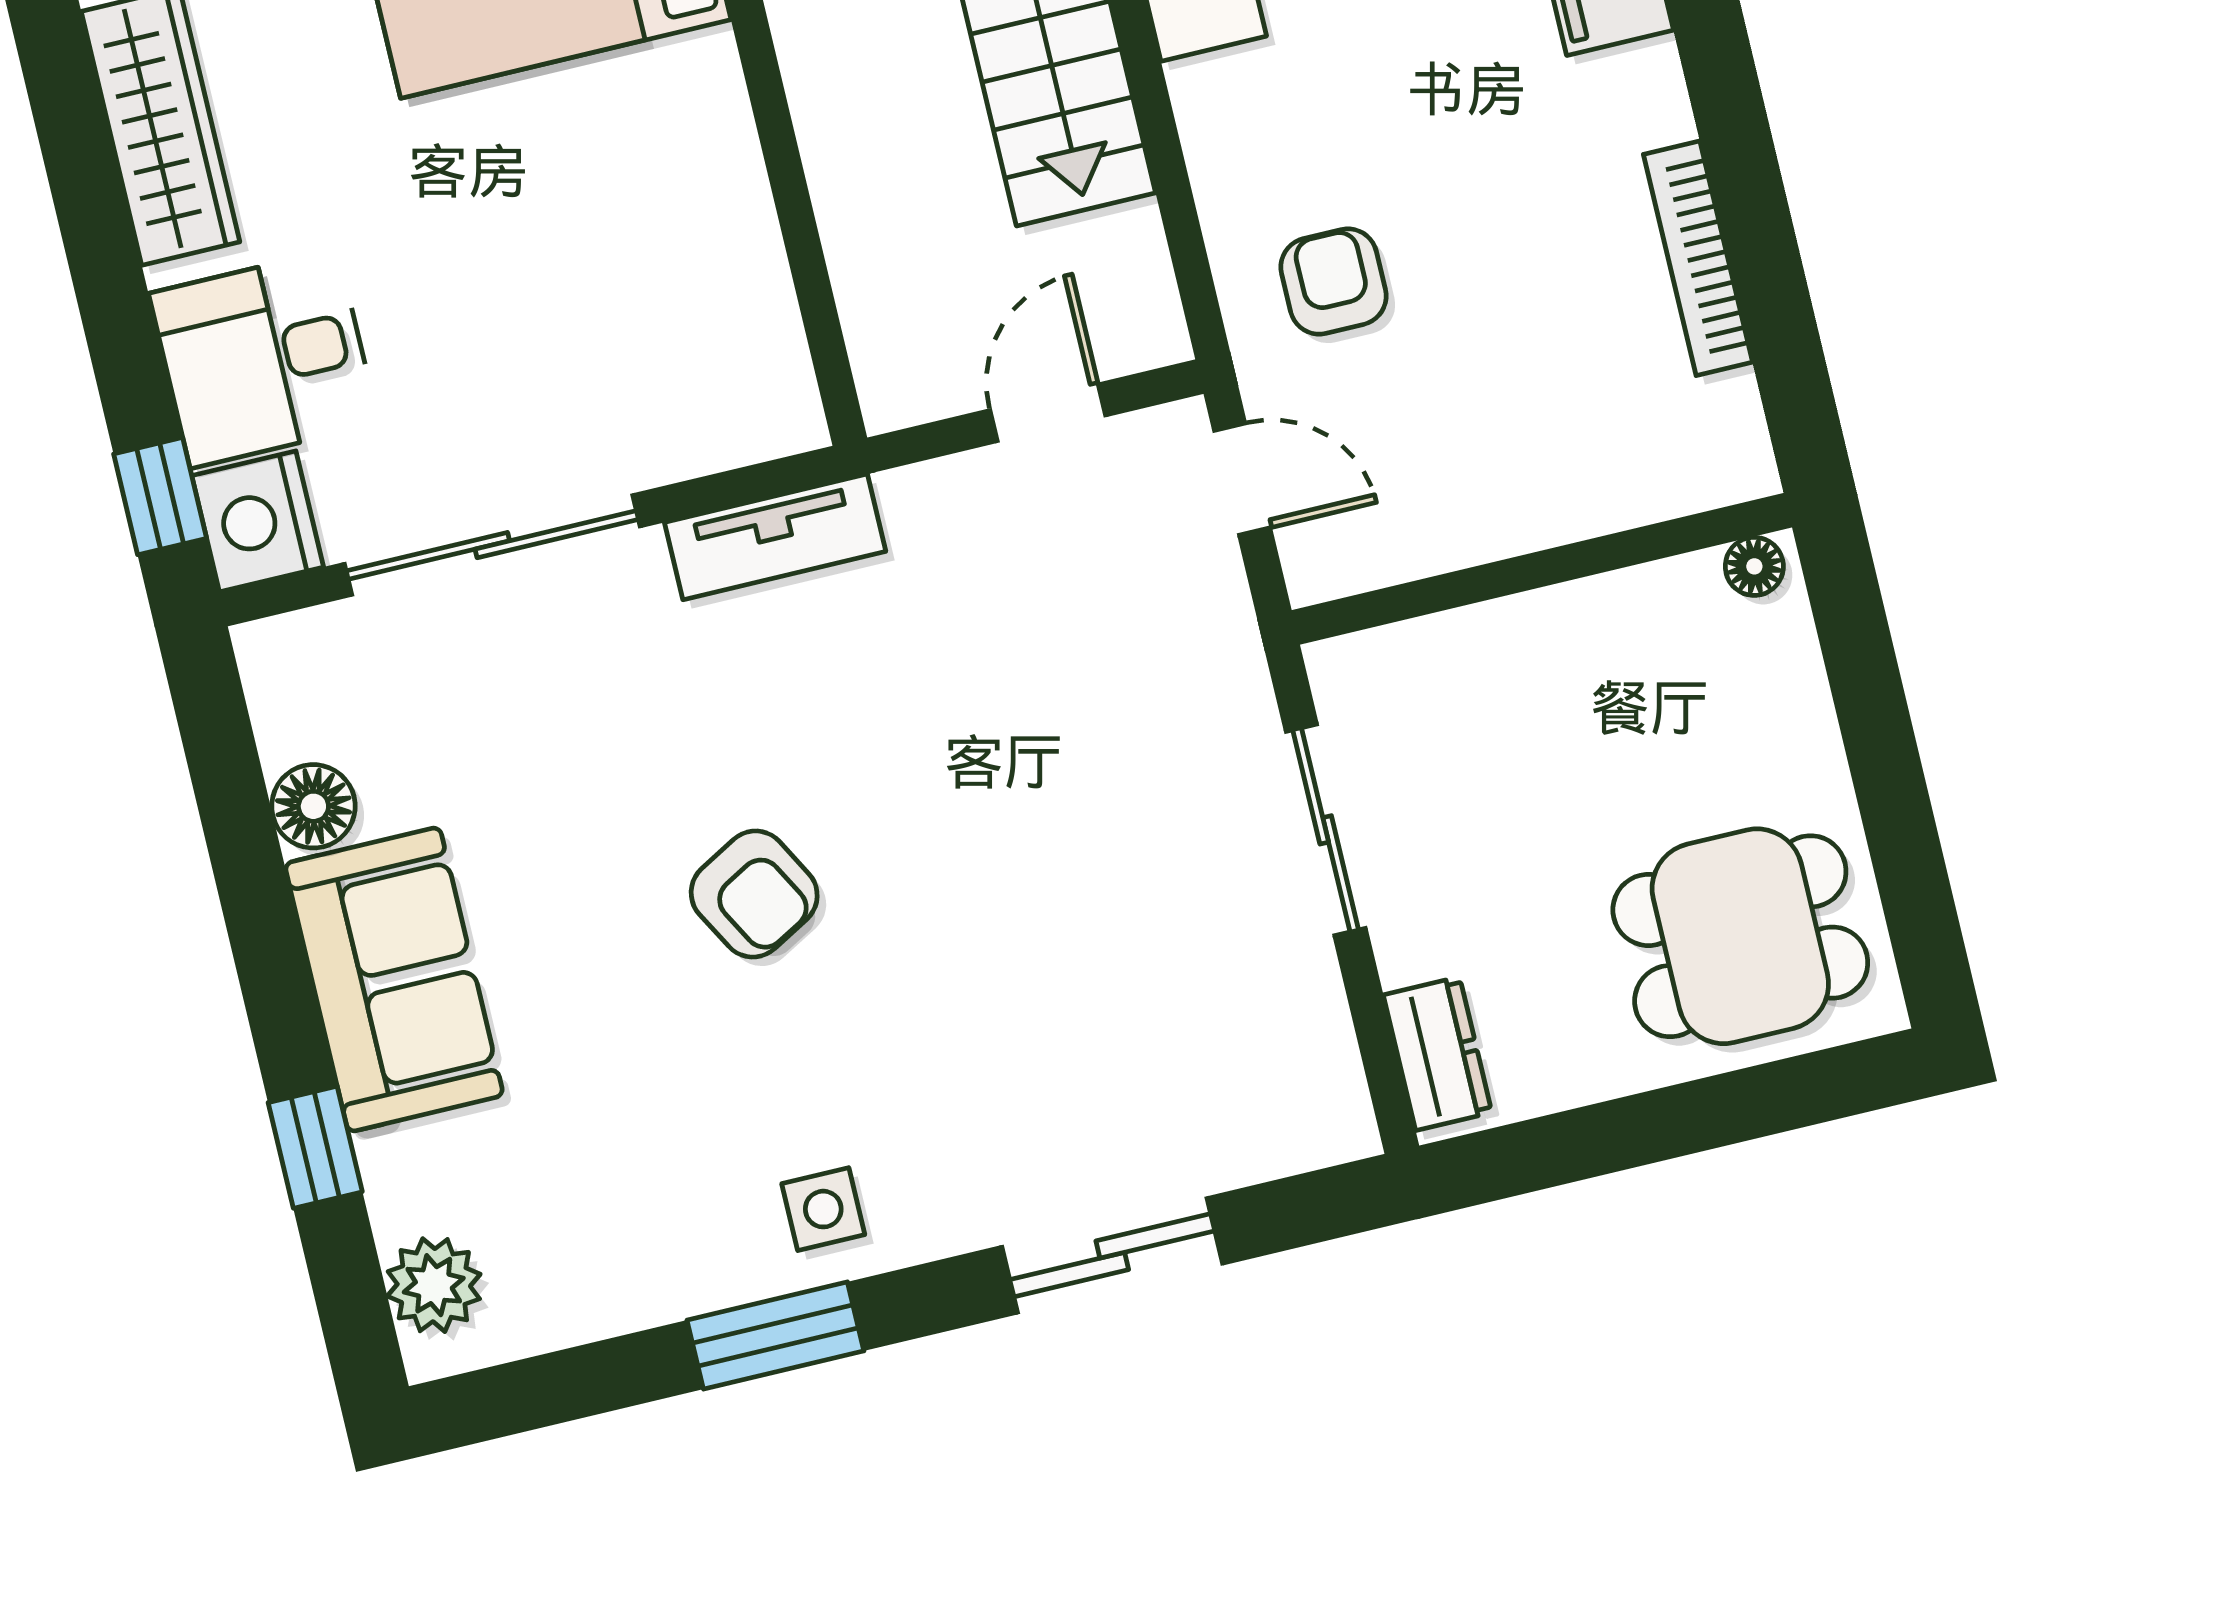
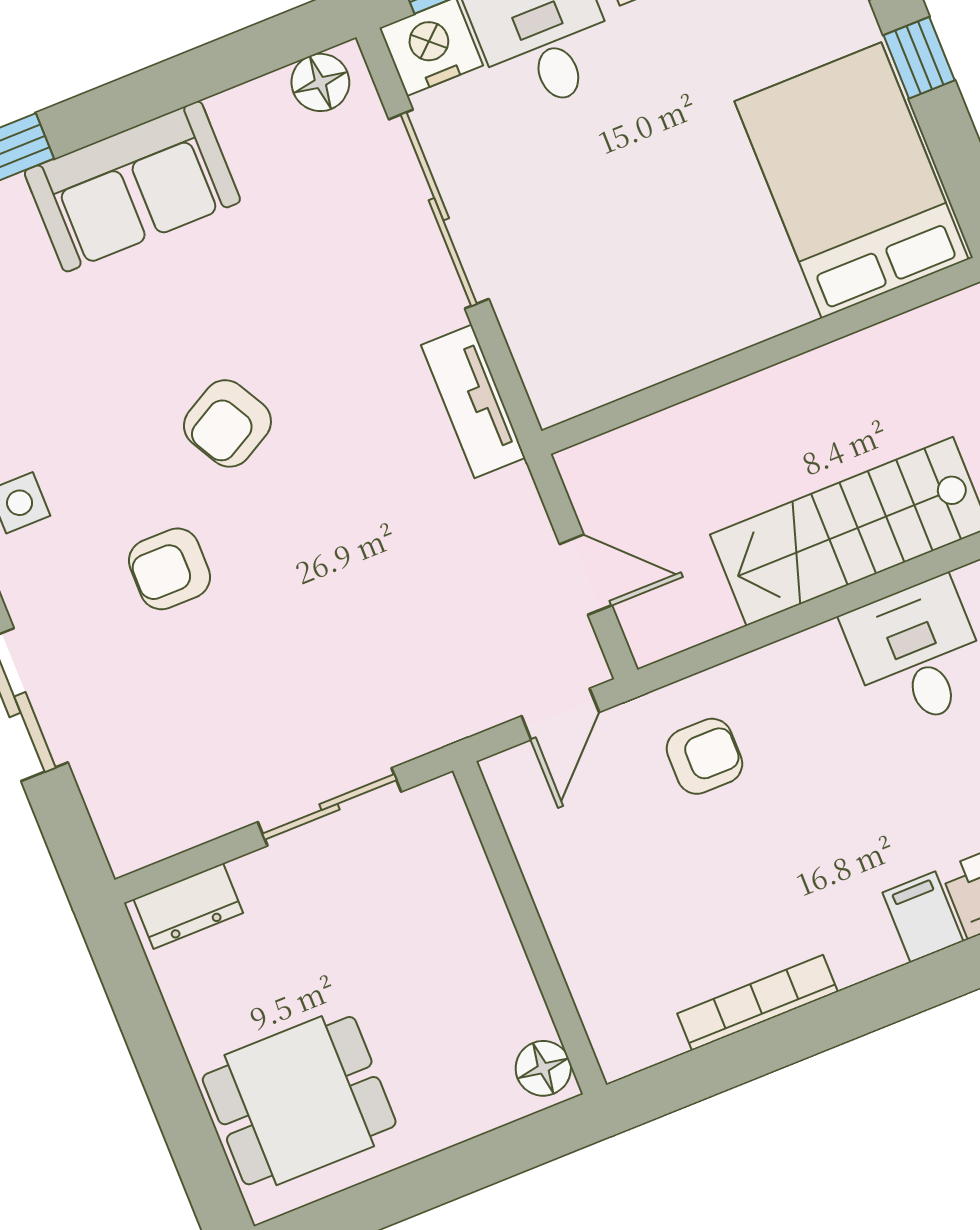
floor lamp: (1754, 566) -> (543, 1068), width x1.37, depth x1.37
floor lamp: (313, 806) -> (320, 82), moved
dining table: (1740, 936) -> (299, 1101), turned 90
armchair: (950, 1008) -> (169, 569), added

